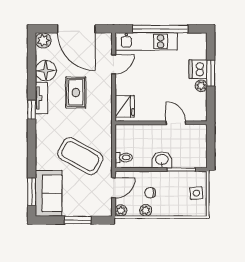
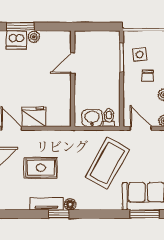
floor lamp: (46, 71) -> (70, 204), moved, width x0.53, depth x0.53
fridge: (125, 106) -> (34, 117), moved
washbasin: (162, 160) -> (92, 118), moved, turned 90
chair: (150, 193) -> (148, 76), moved
side table: (196, 193) -> (140, 54), moved

